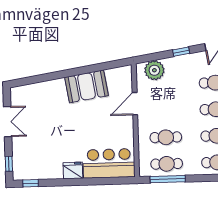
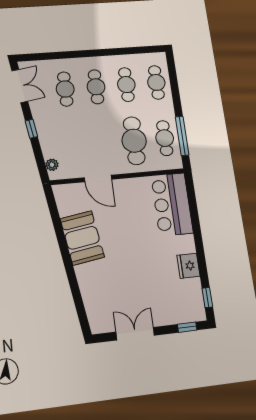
plant: (154, 70) -> (52, 165), width x0.53, depth x0.53
cafe table: (166, 137) -> (134, 141), width x1.37, depth x1.35
fridge: (73, 170) -> (188, 266), moved

